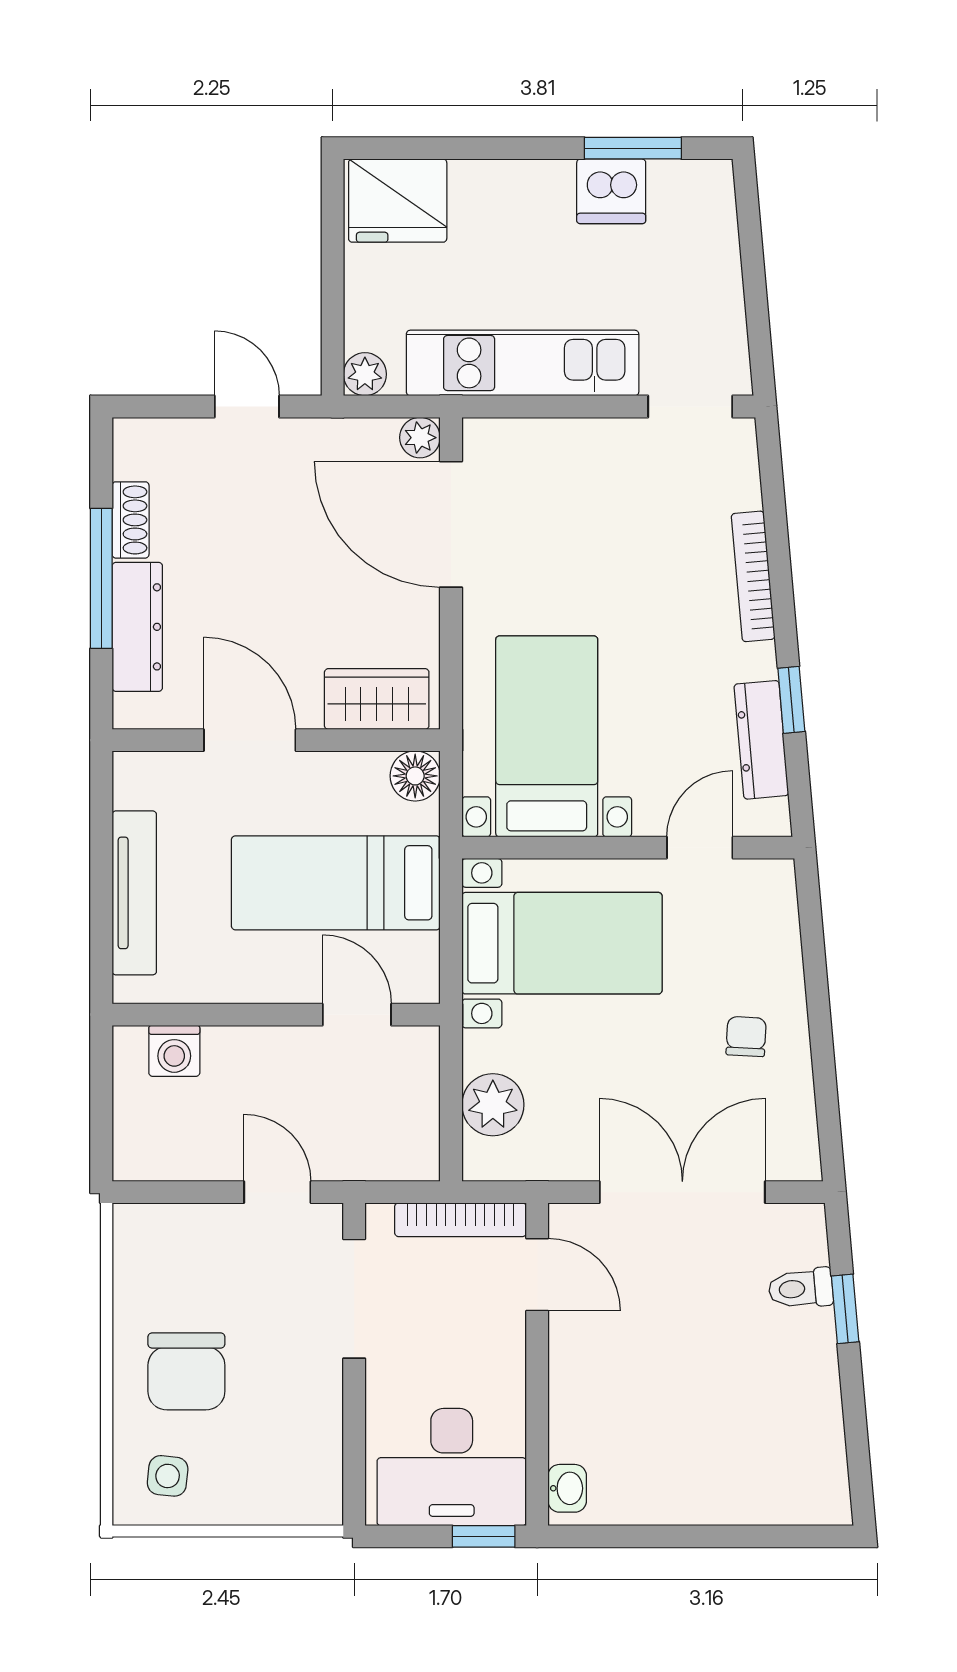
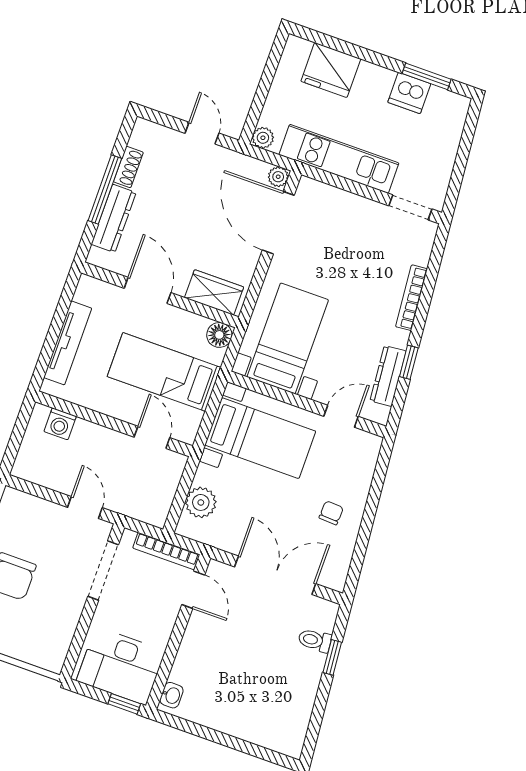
fridge: (398, 201) -> (331, 70), moved

